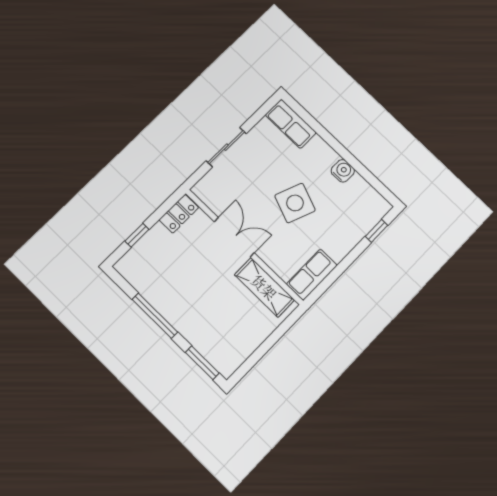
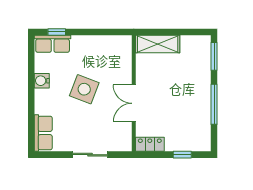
row of seats: (312, 275) -> (53, 44), moved
shelving: (264, 287) -> (158, 44), moved, turned 90

